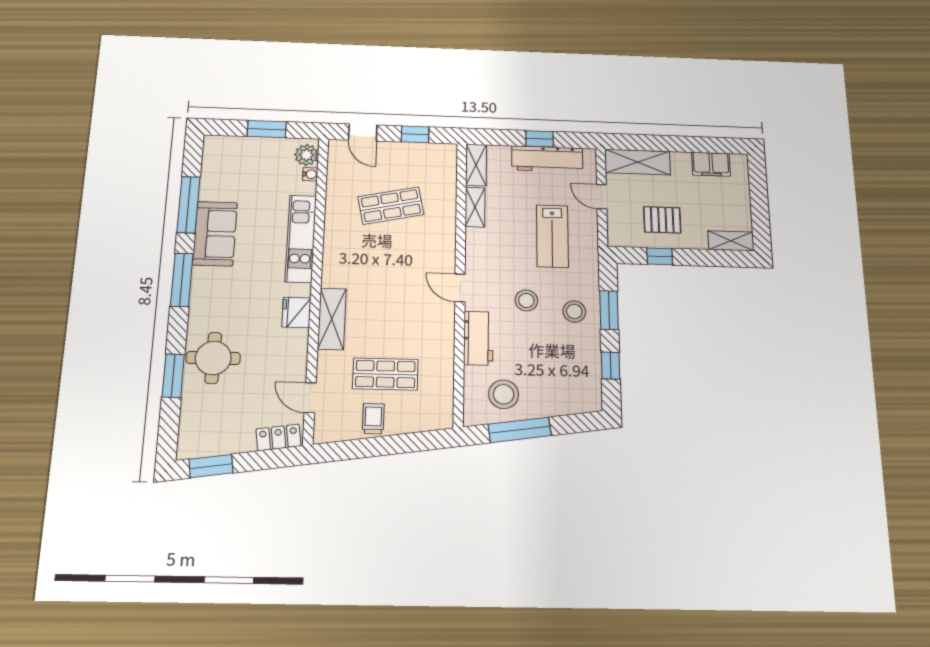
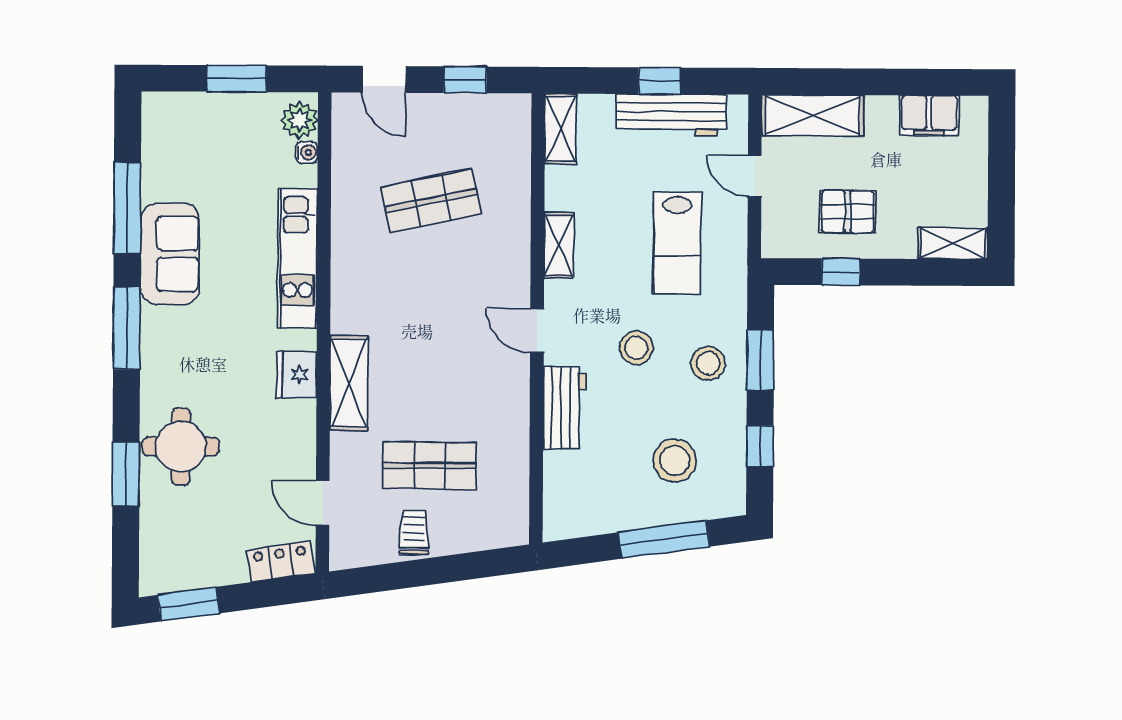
shelving: (475, 207) -> (559, 245), moved
stool: (504, 394) -> (675, 460), moved
window: (520, 430) -> (664, 539), moved

